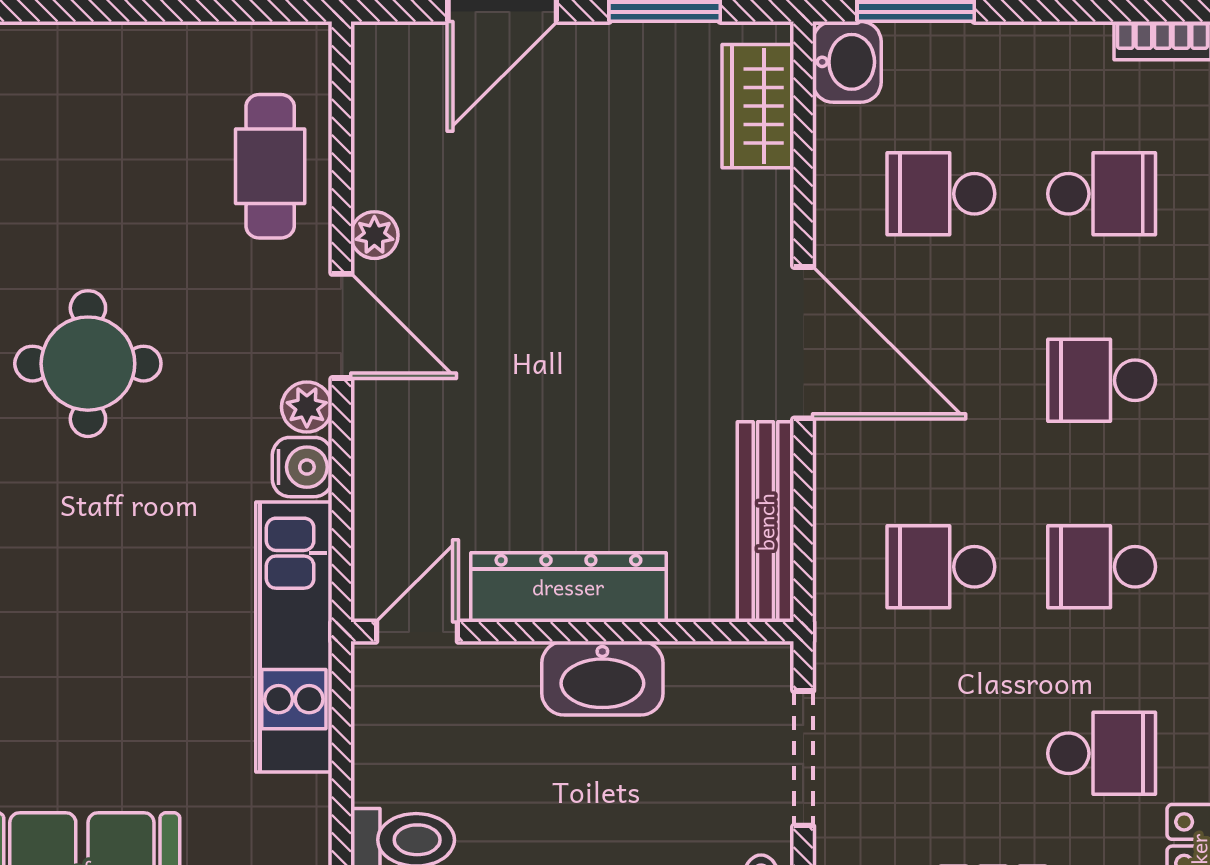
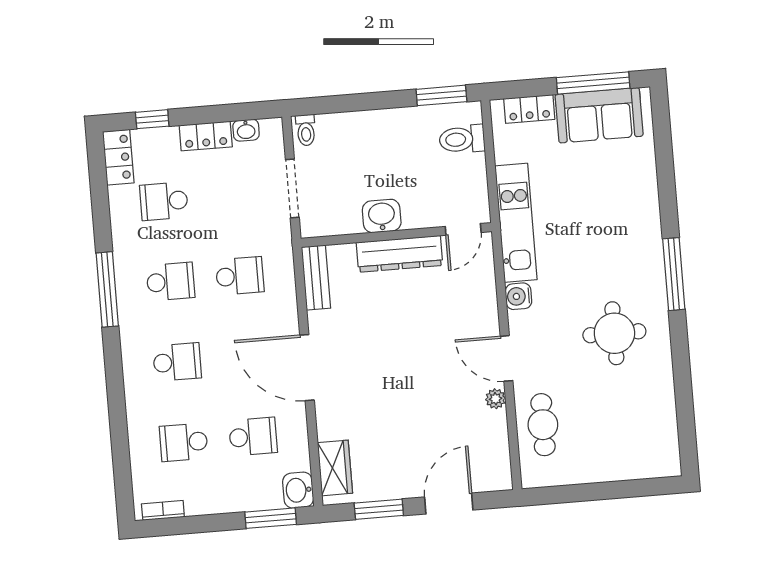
plant: (307, 407) -> (519, 322), removed
bench: (766, 522) -> (316, 278), width x0.73
washbasin: (602, 678) -> (382, 216), width x0.72

